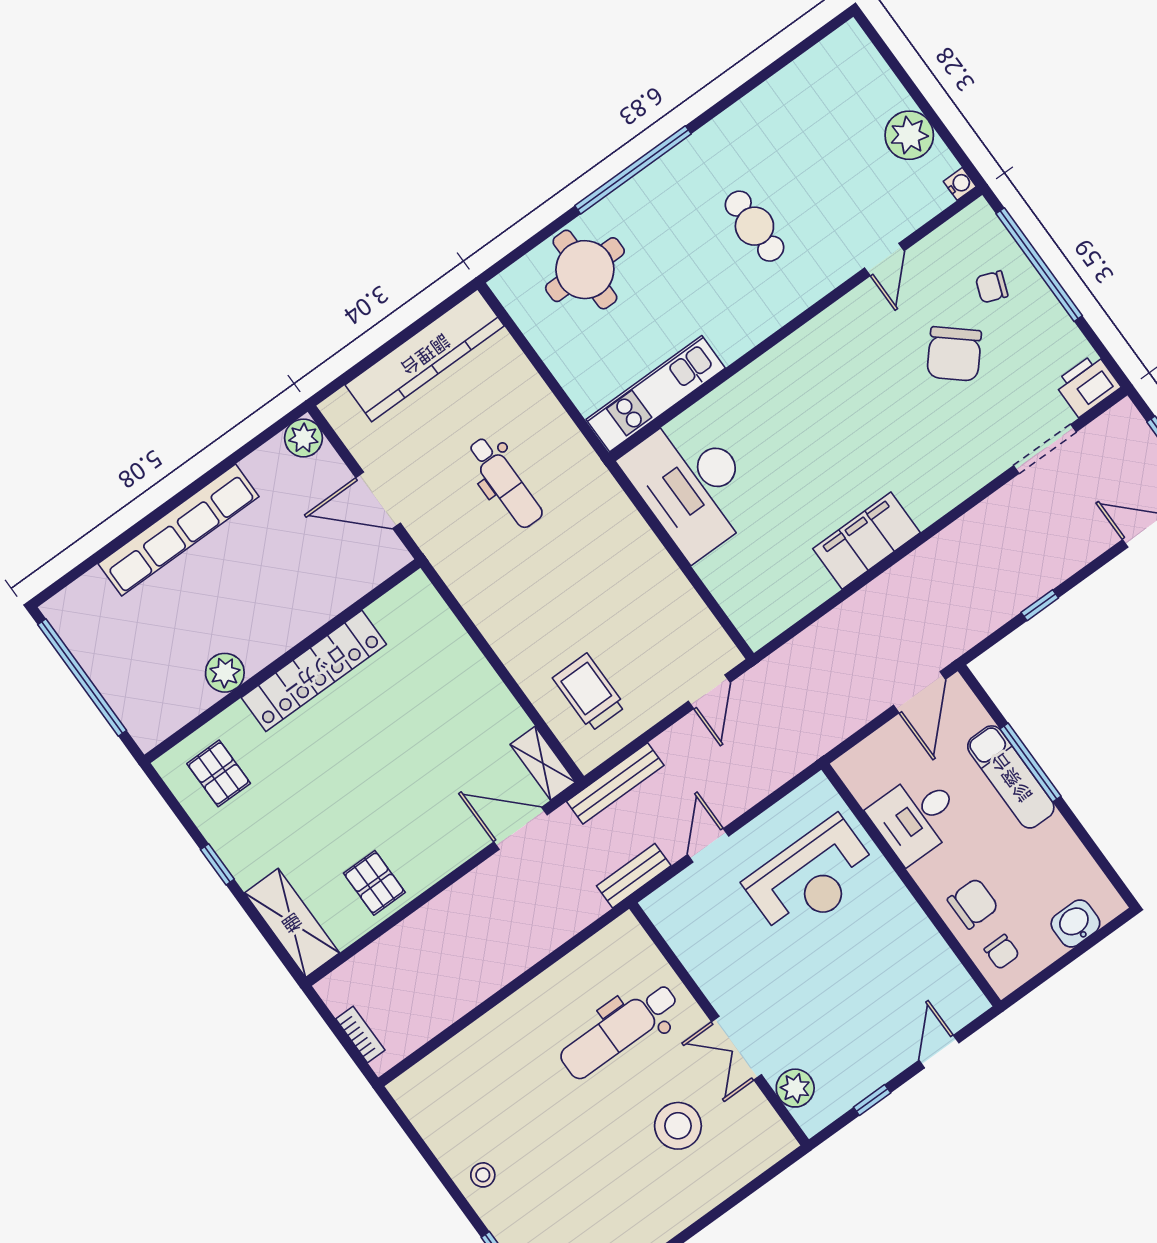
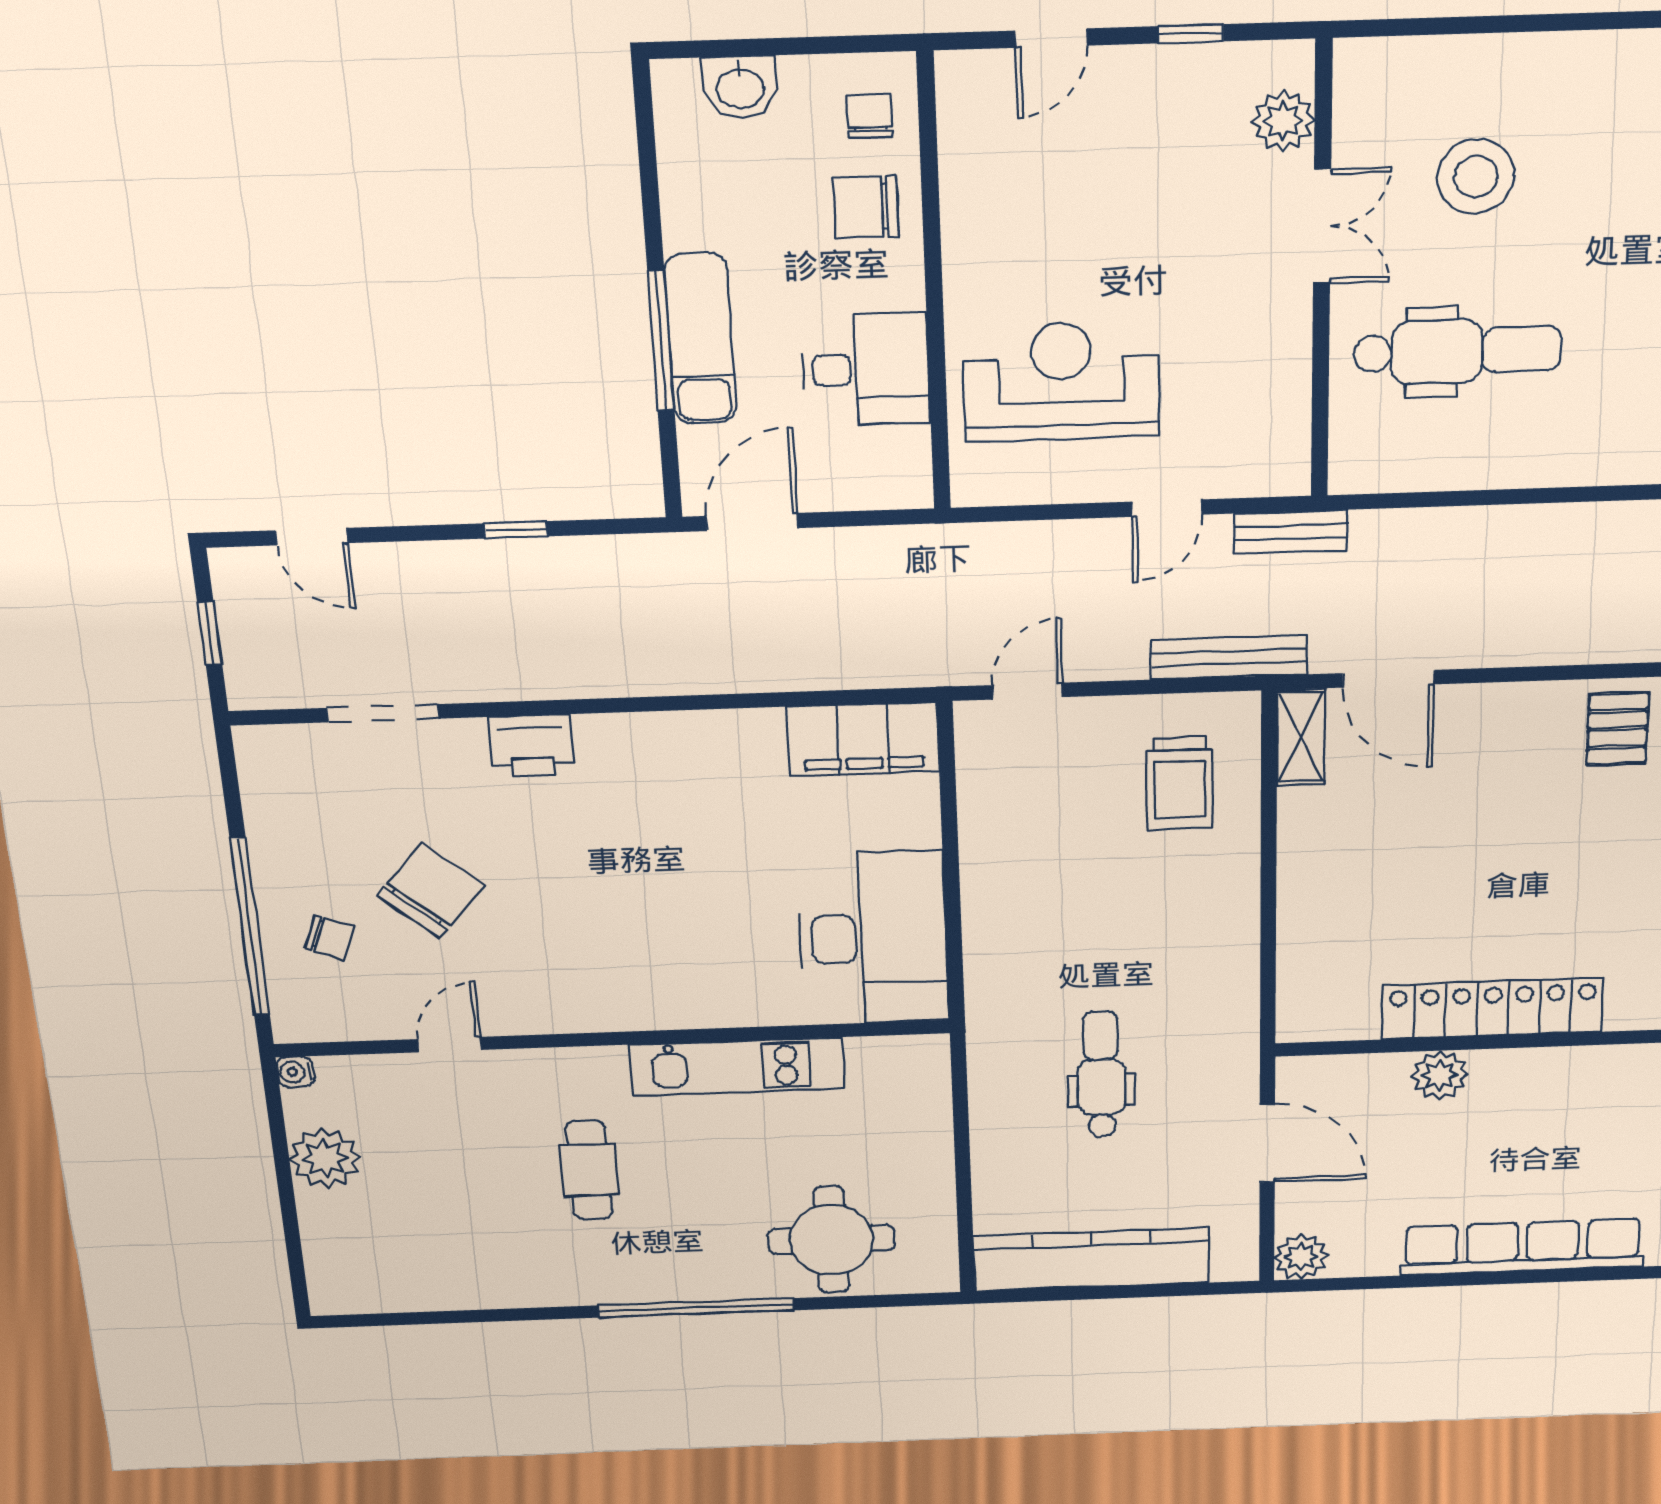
printer: (1087, 385) -> (531, 746), moved
kitchen unit: (656, 394) -> (737, 1067), moved
filing cabinet: (866, 541) -> (863, 739), moved
plant: (225, 673) -> (1440, 1075), moved

